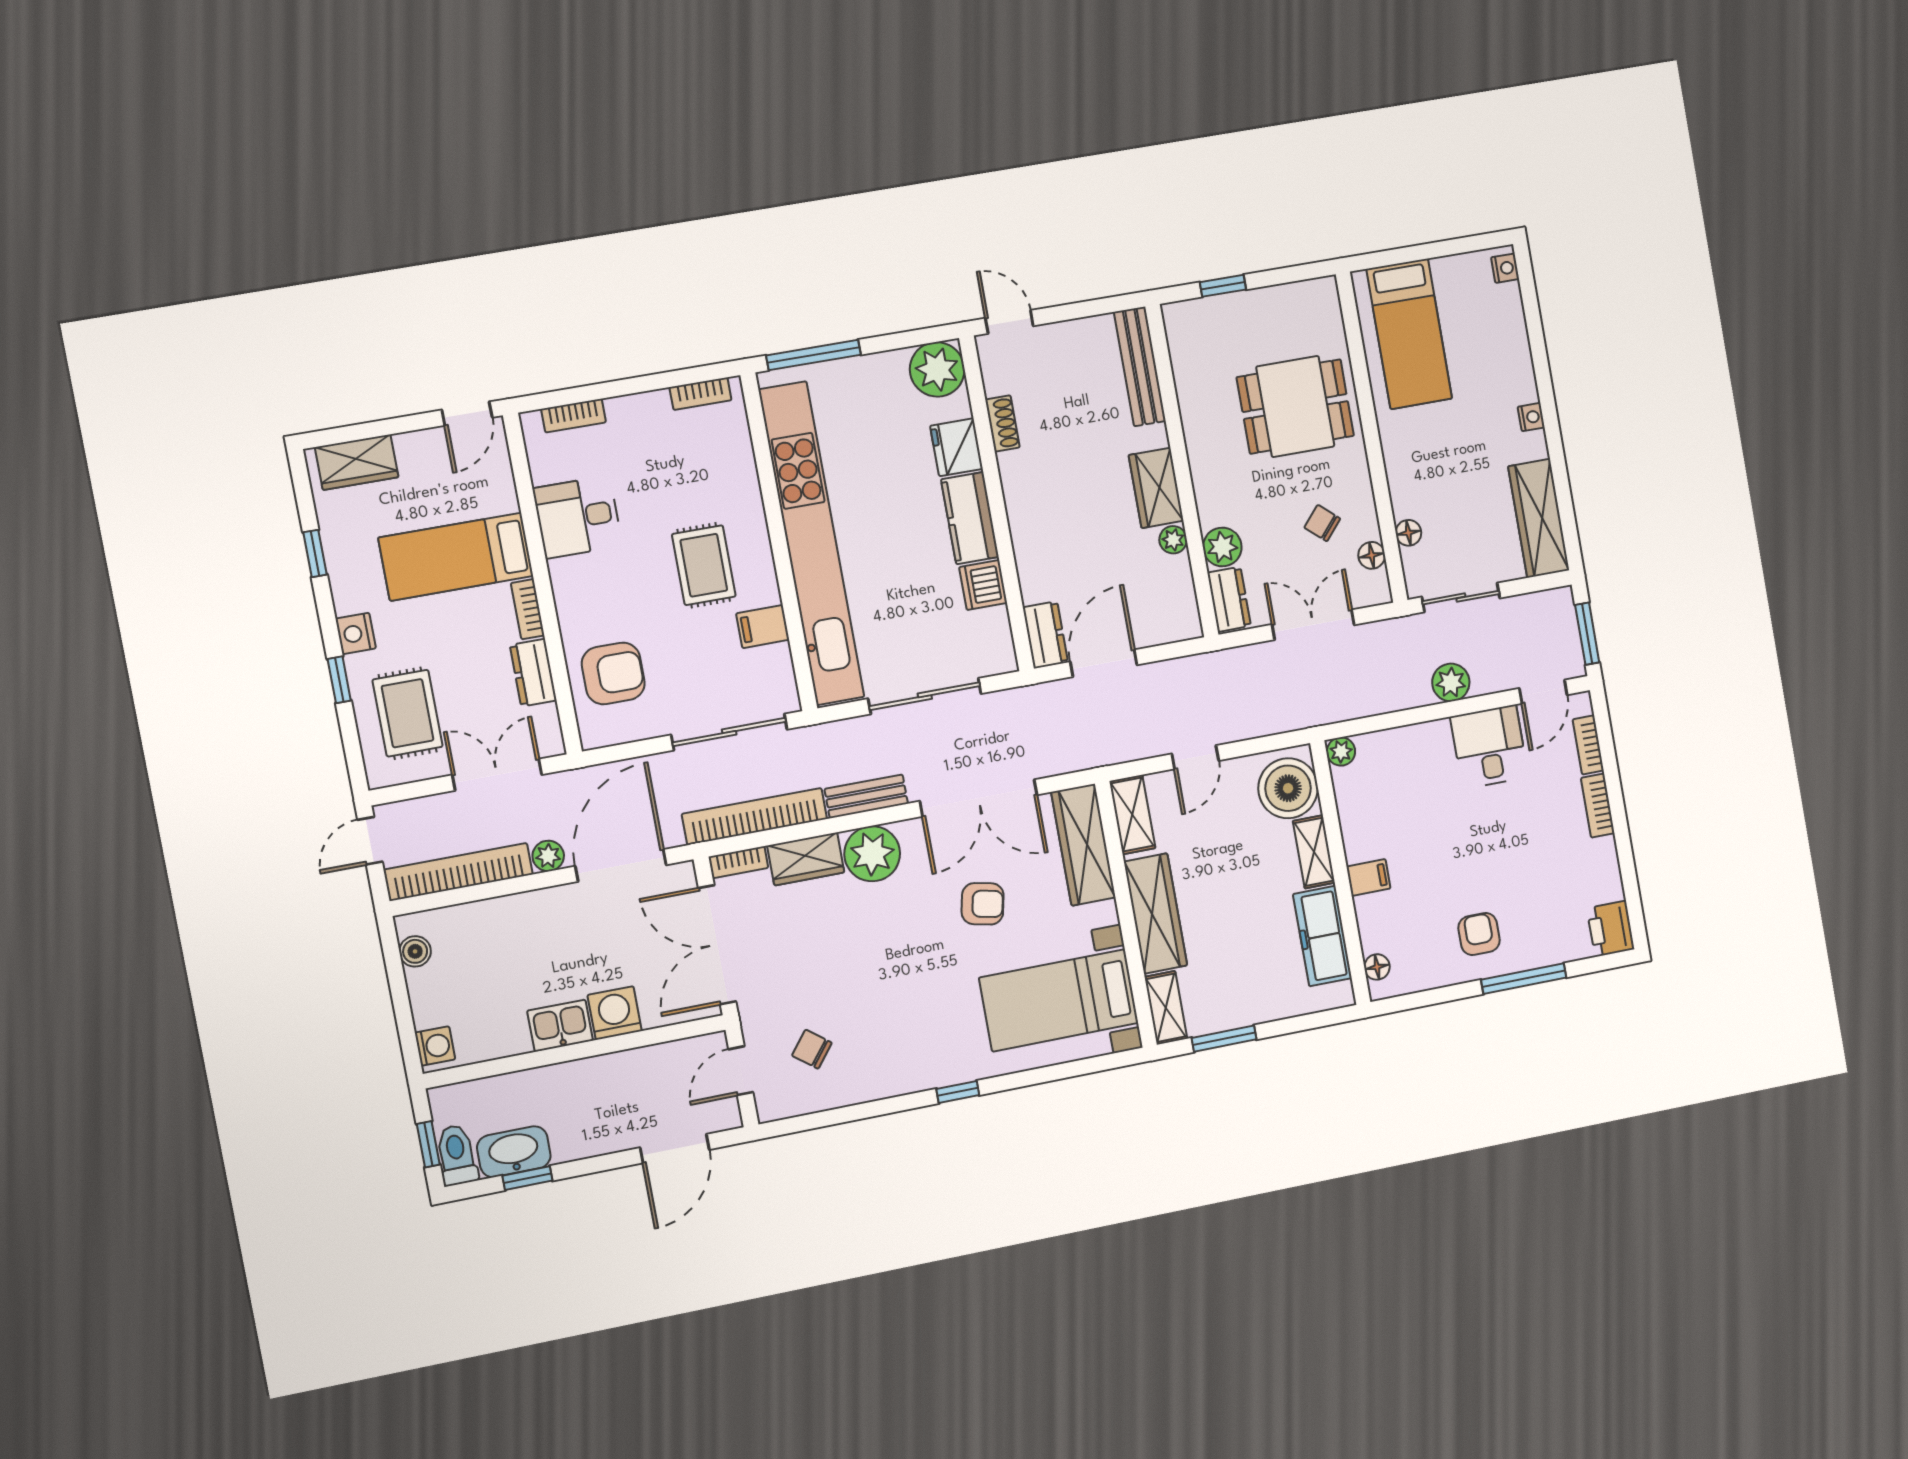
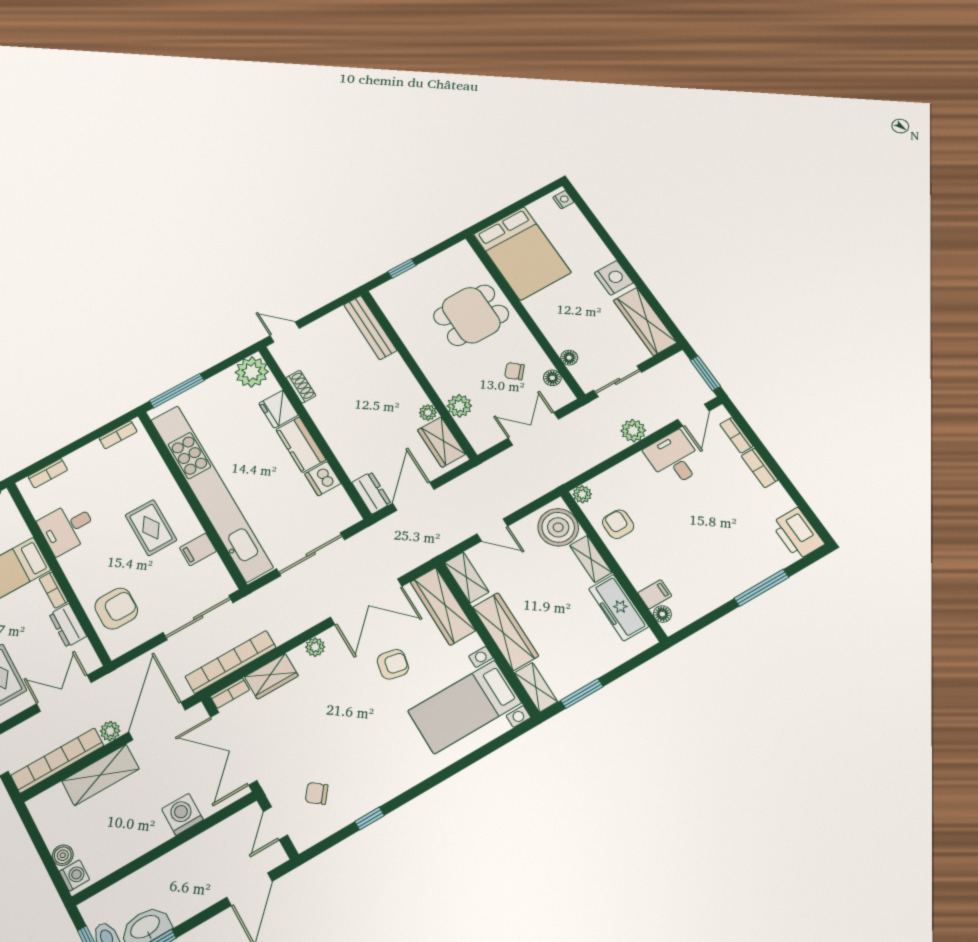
bed: (1409, 334) -> (522, 253), width x1.50
nightstand: (1531, 417) -> (614, 278), width x1.89, depth x1.79
wardrobe: (1156, 488) -> (441, 442), moved
dresser: (1229, 599) -> (476, 433), removed
door: (1195, 757) -> (492, 530), hinge flipped
bench: (866, 796) -> (296, 625), removed
plant: (872, 854) -> (315, 647), width x0.53, depth x0.53
filing cabinet: (1368, 877) -> (655, 594), moved
shelving: (515, 915) -> (100, 775), added
printer: (1611, 929) -> (798, 534), width x1.37, depth x1.19
armchair: (1479, 934) -> (618, 524), moved
boiler: (415, 951) -> (63, 855), moved
kitchen sink: (560, 1026) -> (150, 835), removed
window: (958, 1092) -> (369, 819), moved

